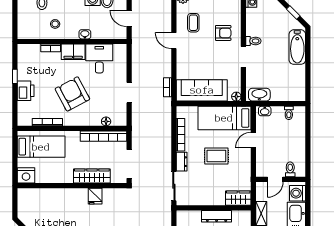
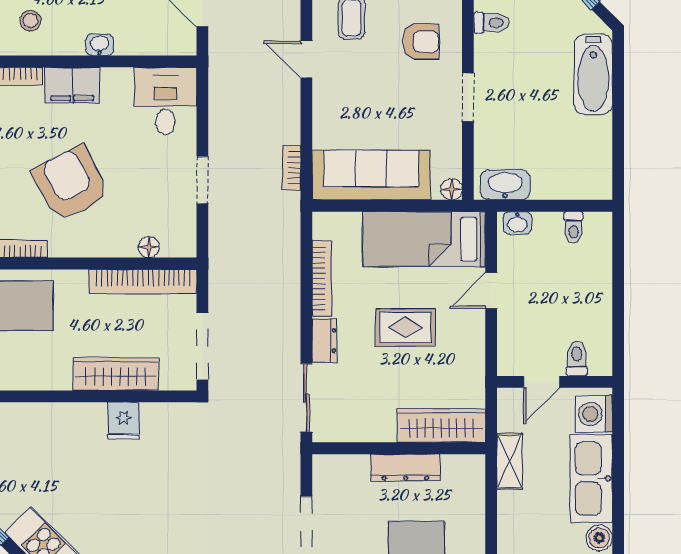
toilet: (253, 41) -> (491, 23), moved
desk: (99, 59) -> (165, 101), moved
wardrobe: (238, 198) -> (441, 425), width x1.50

